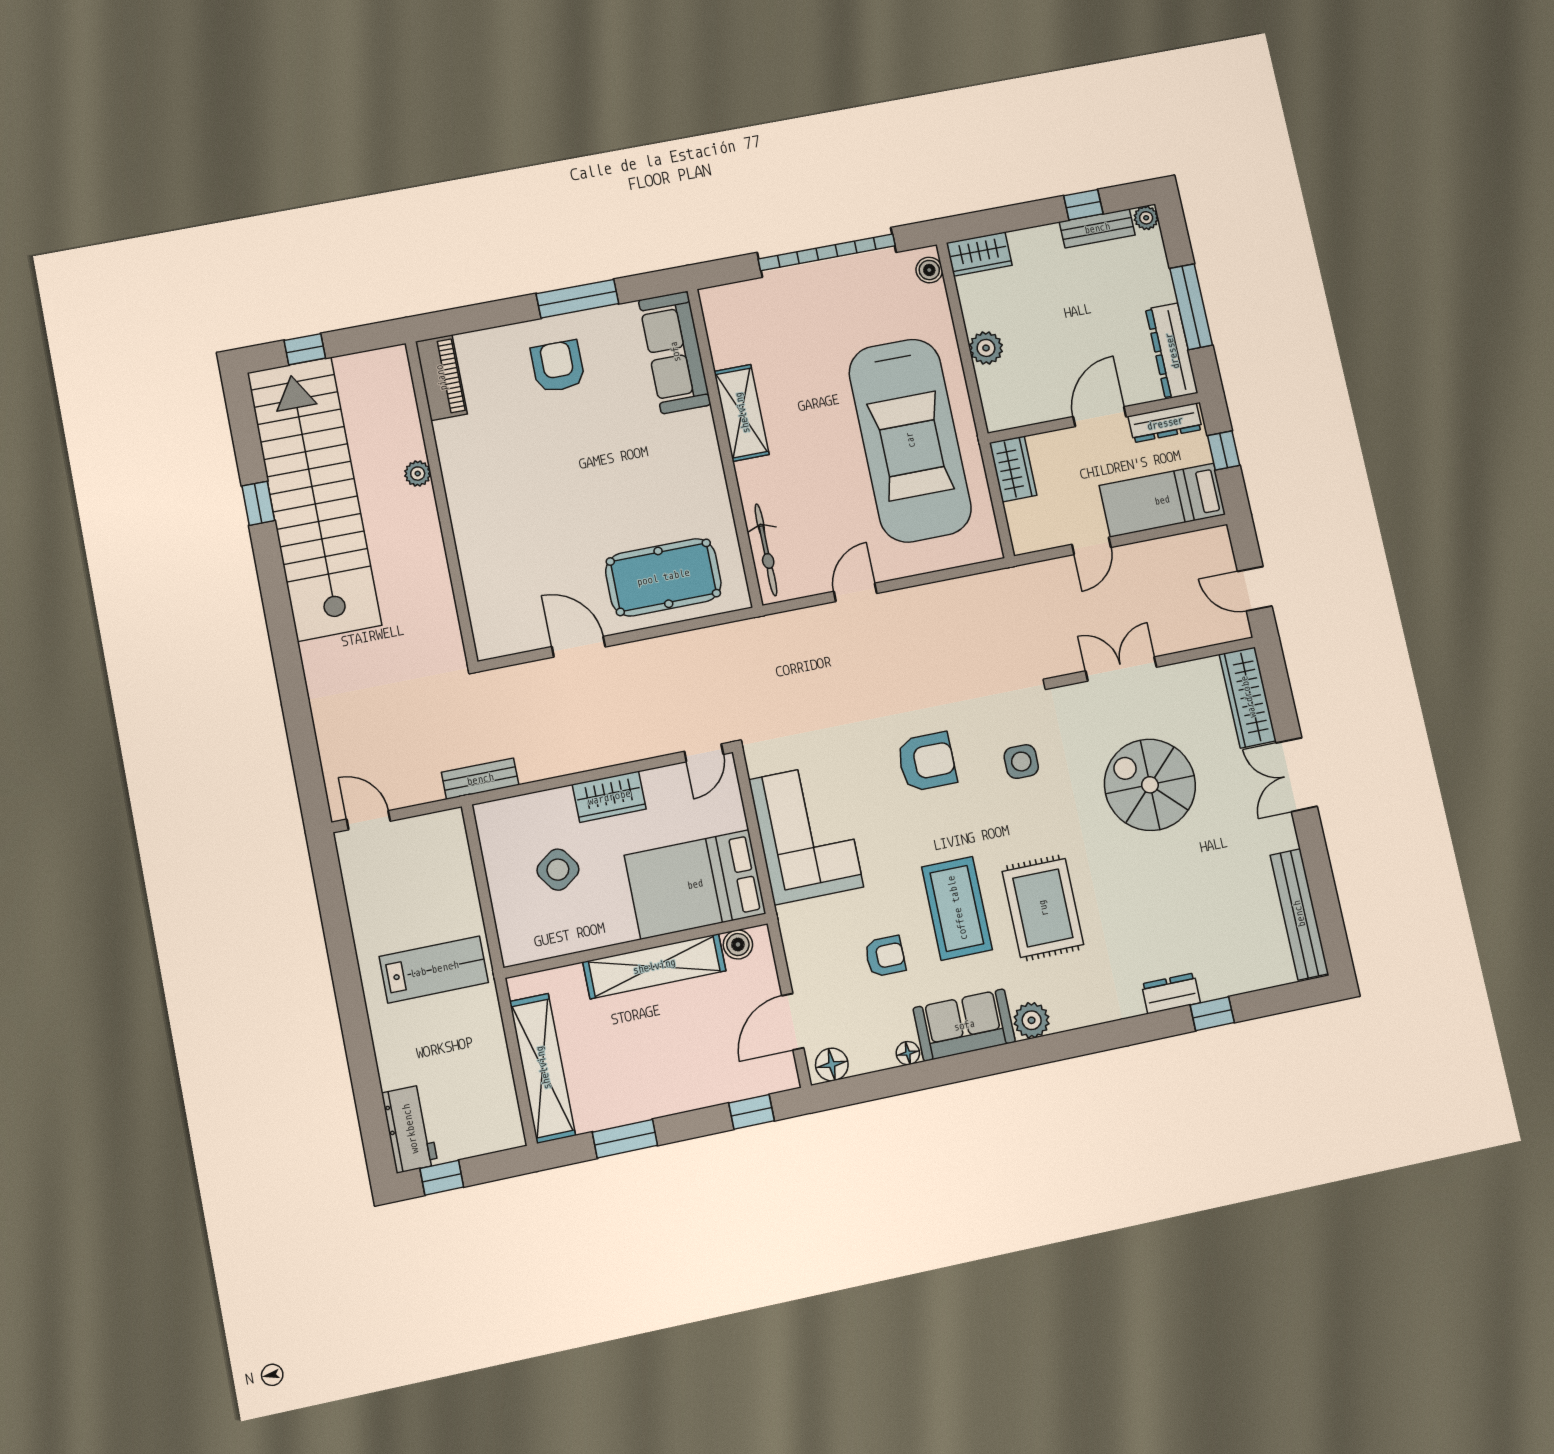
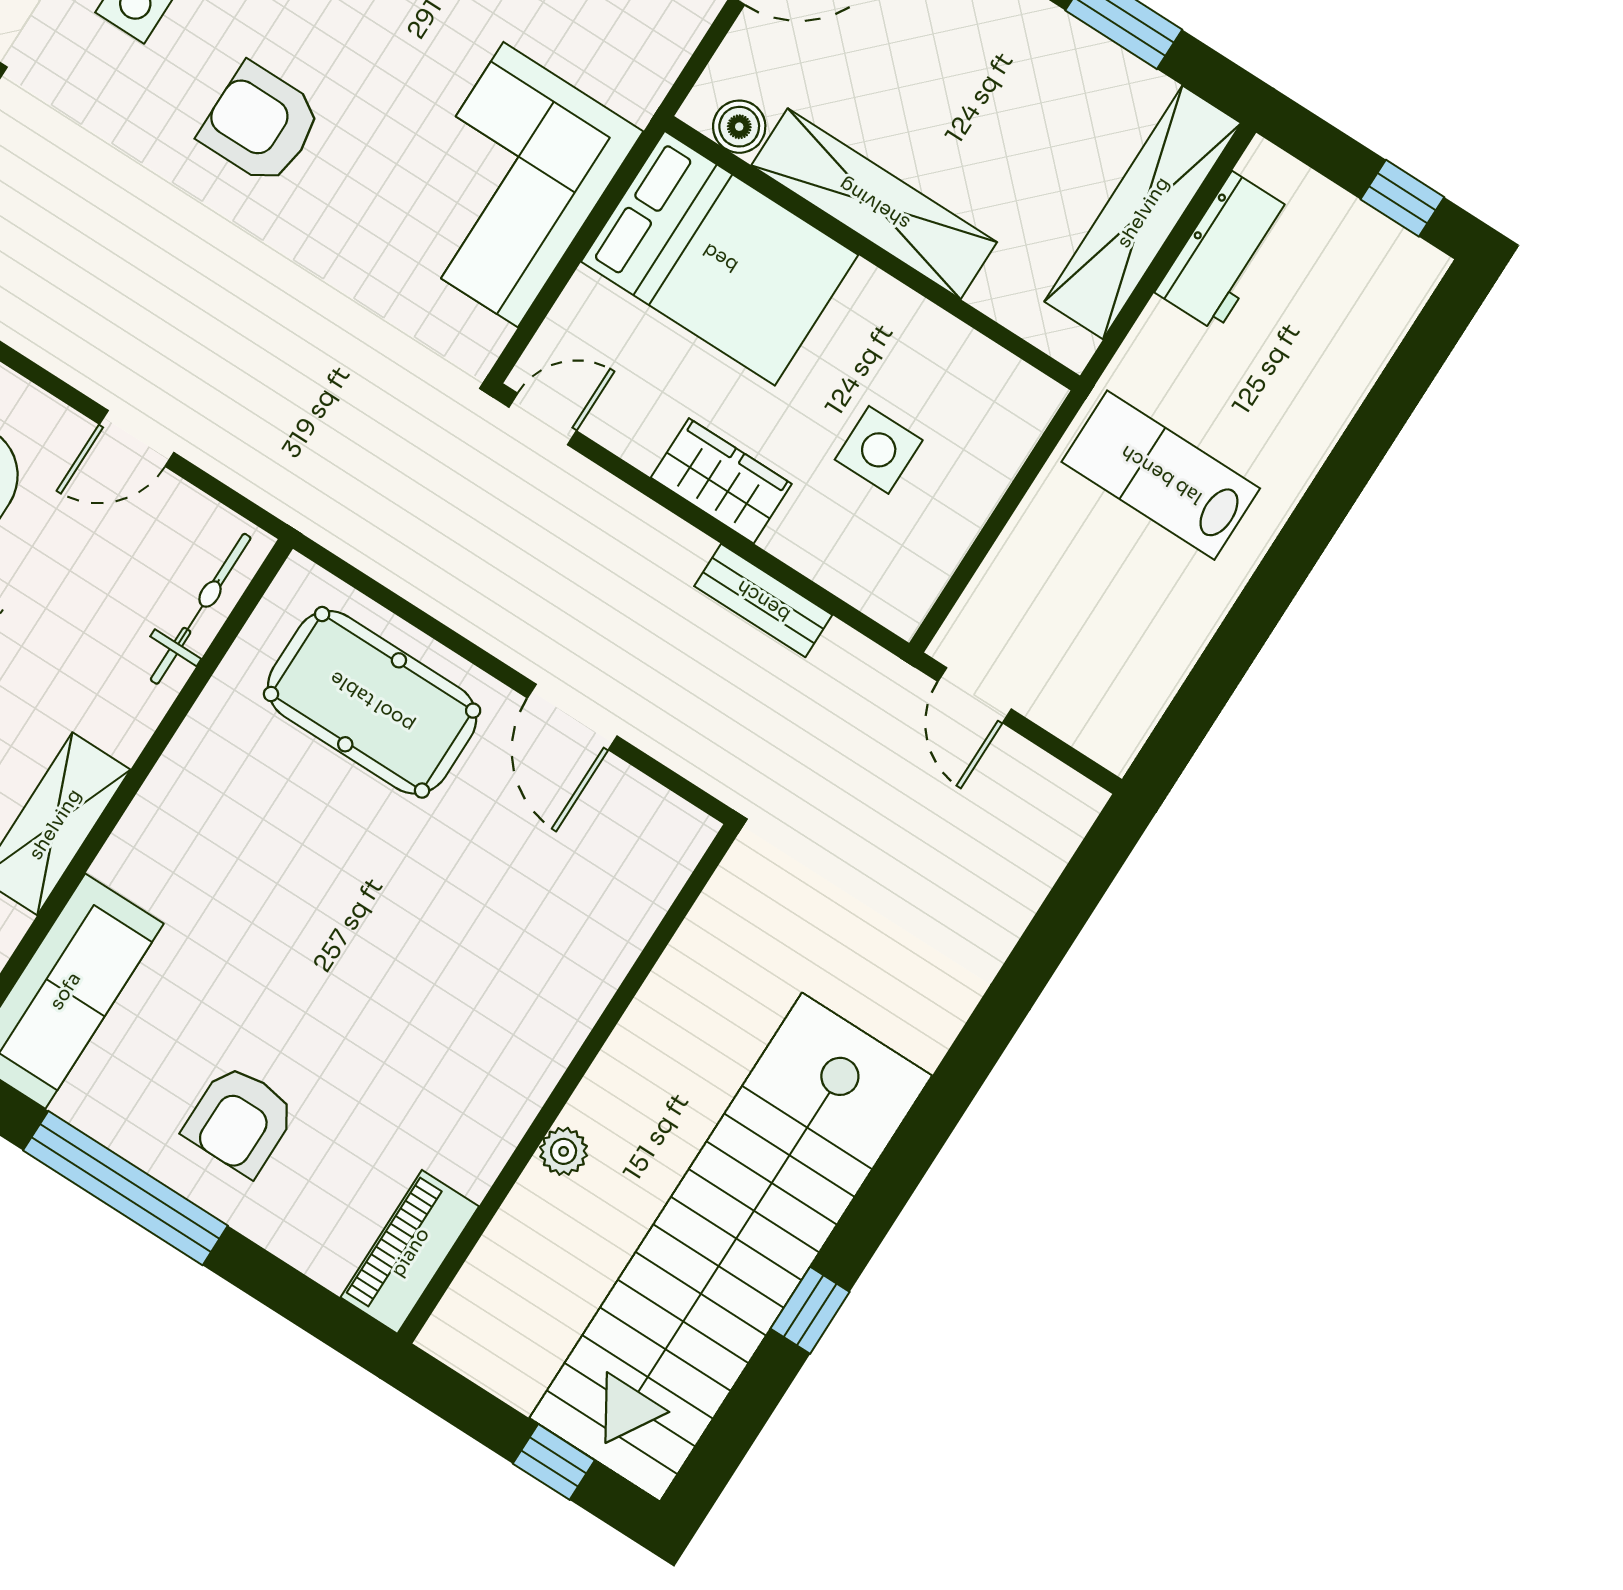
window: (577, 299) -> (125, 1188), width x1.46
bench: (480, 779) -> (763, 601), moved
door: (368, 820) -> (975, 695), moved
side table: (558, 870) -> (879, 450), turned 36
workbench: (410, 1129) -> (1225, 252), moved, turned 180

